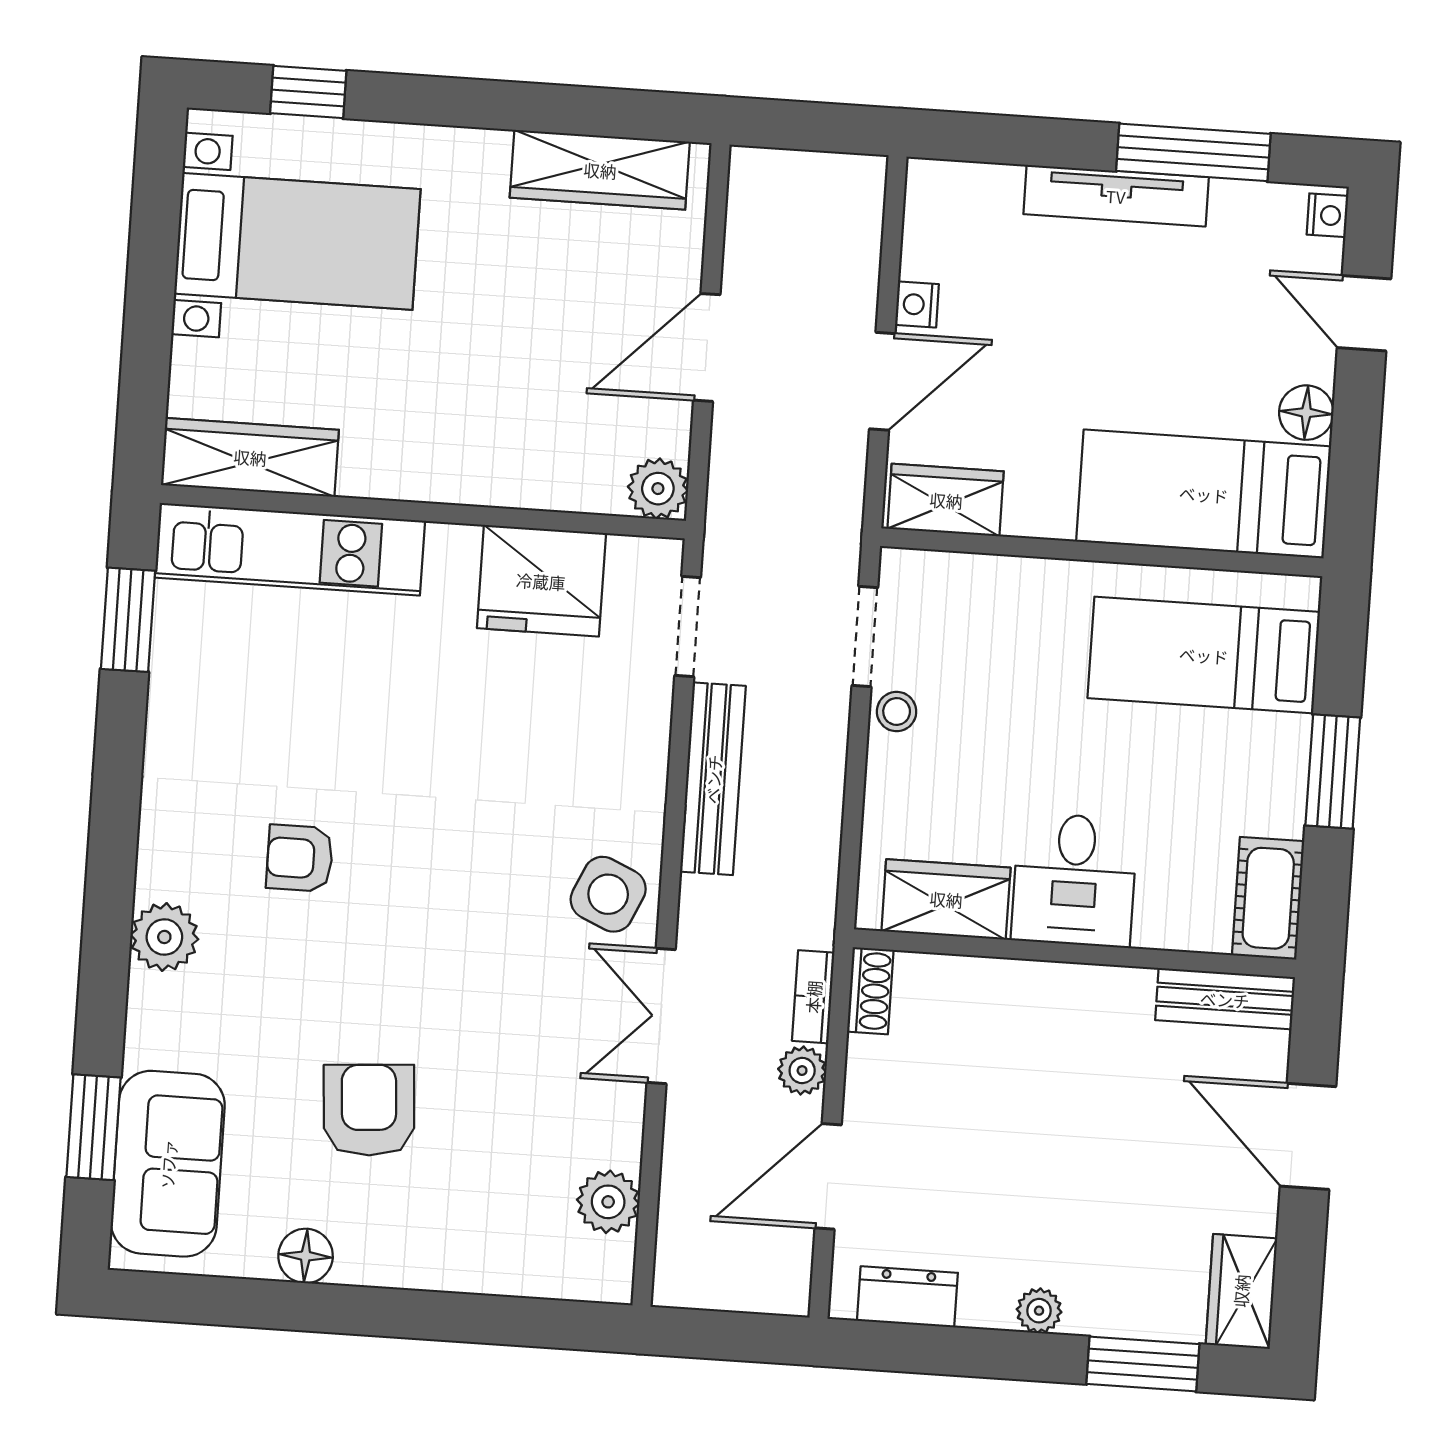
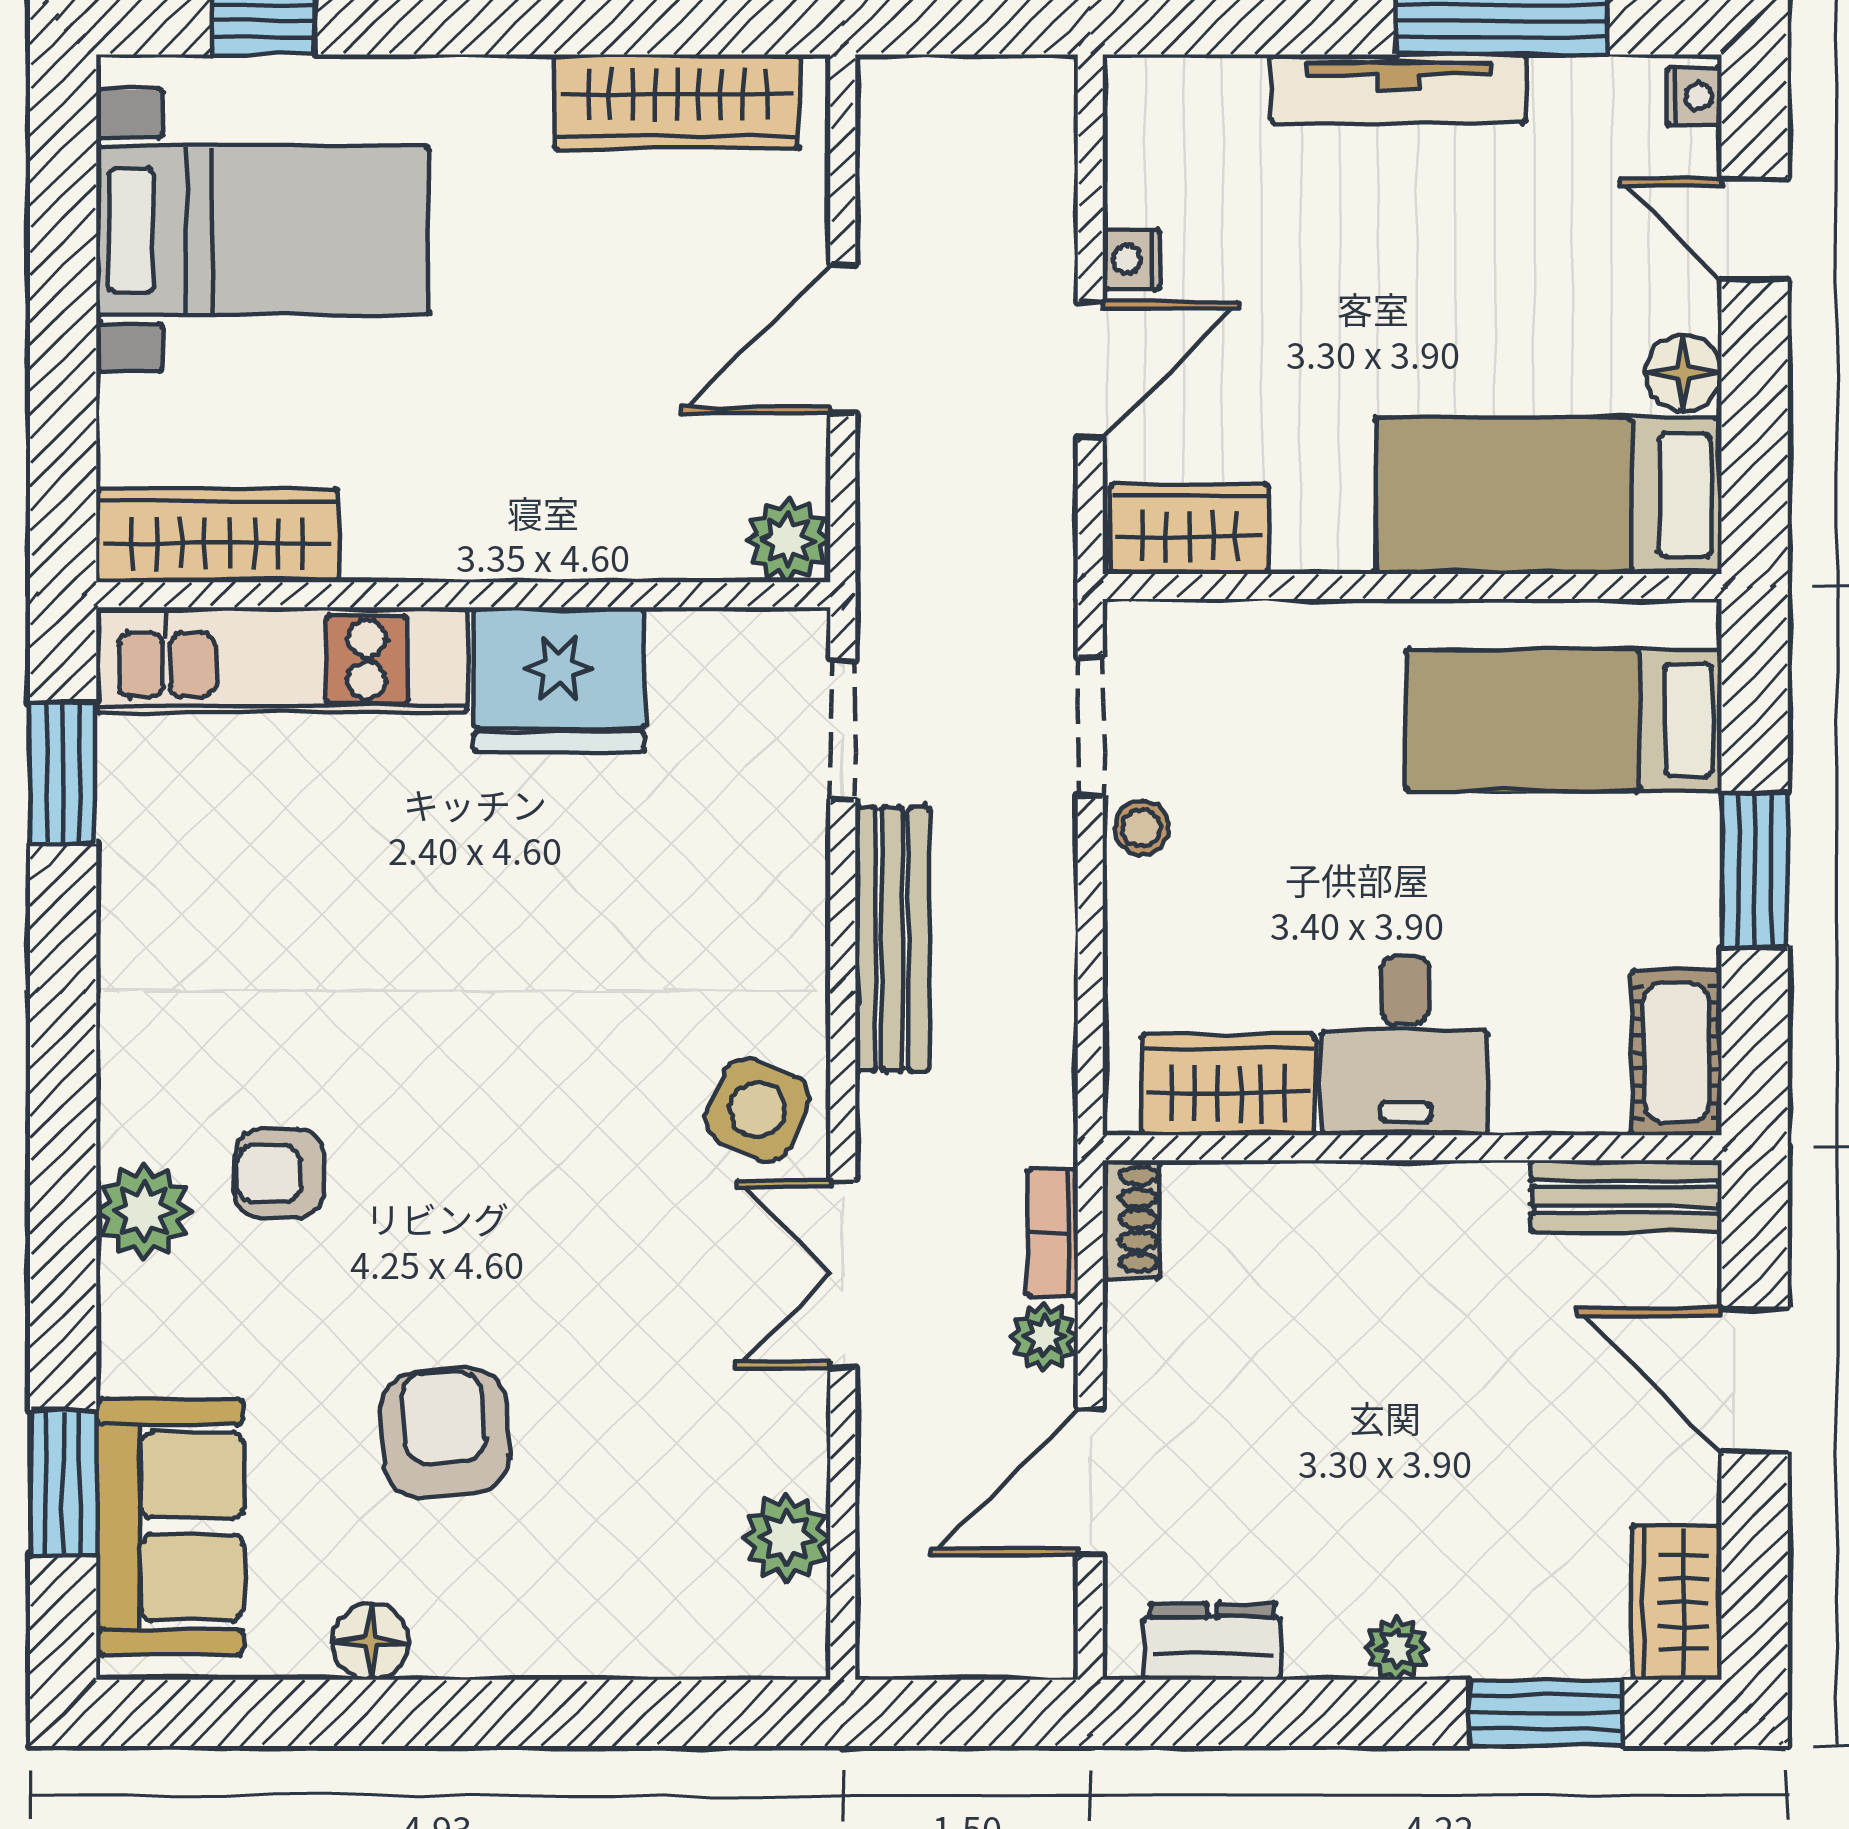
fridge: (541, 581) -> (559, 680), moved
armchair: (300, 858) -> (279, 1173), moved

